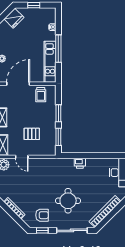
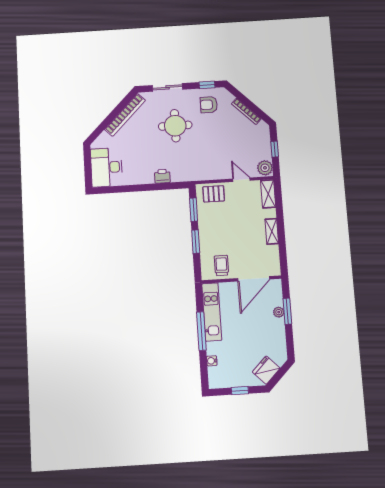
pallet: (32, 134) -> (214, 194), moved
sliding door: (72, 230) -> (168, 87), width x0.73

